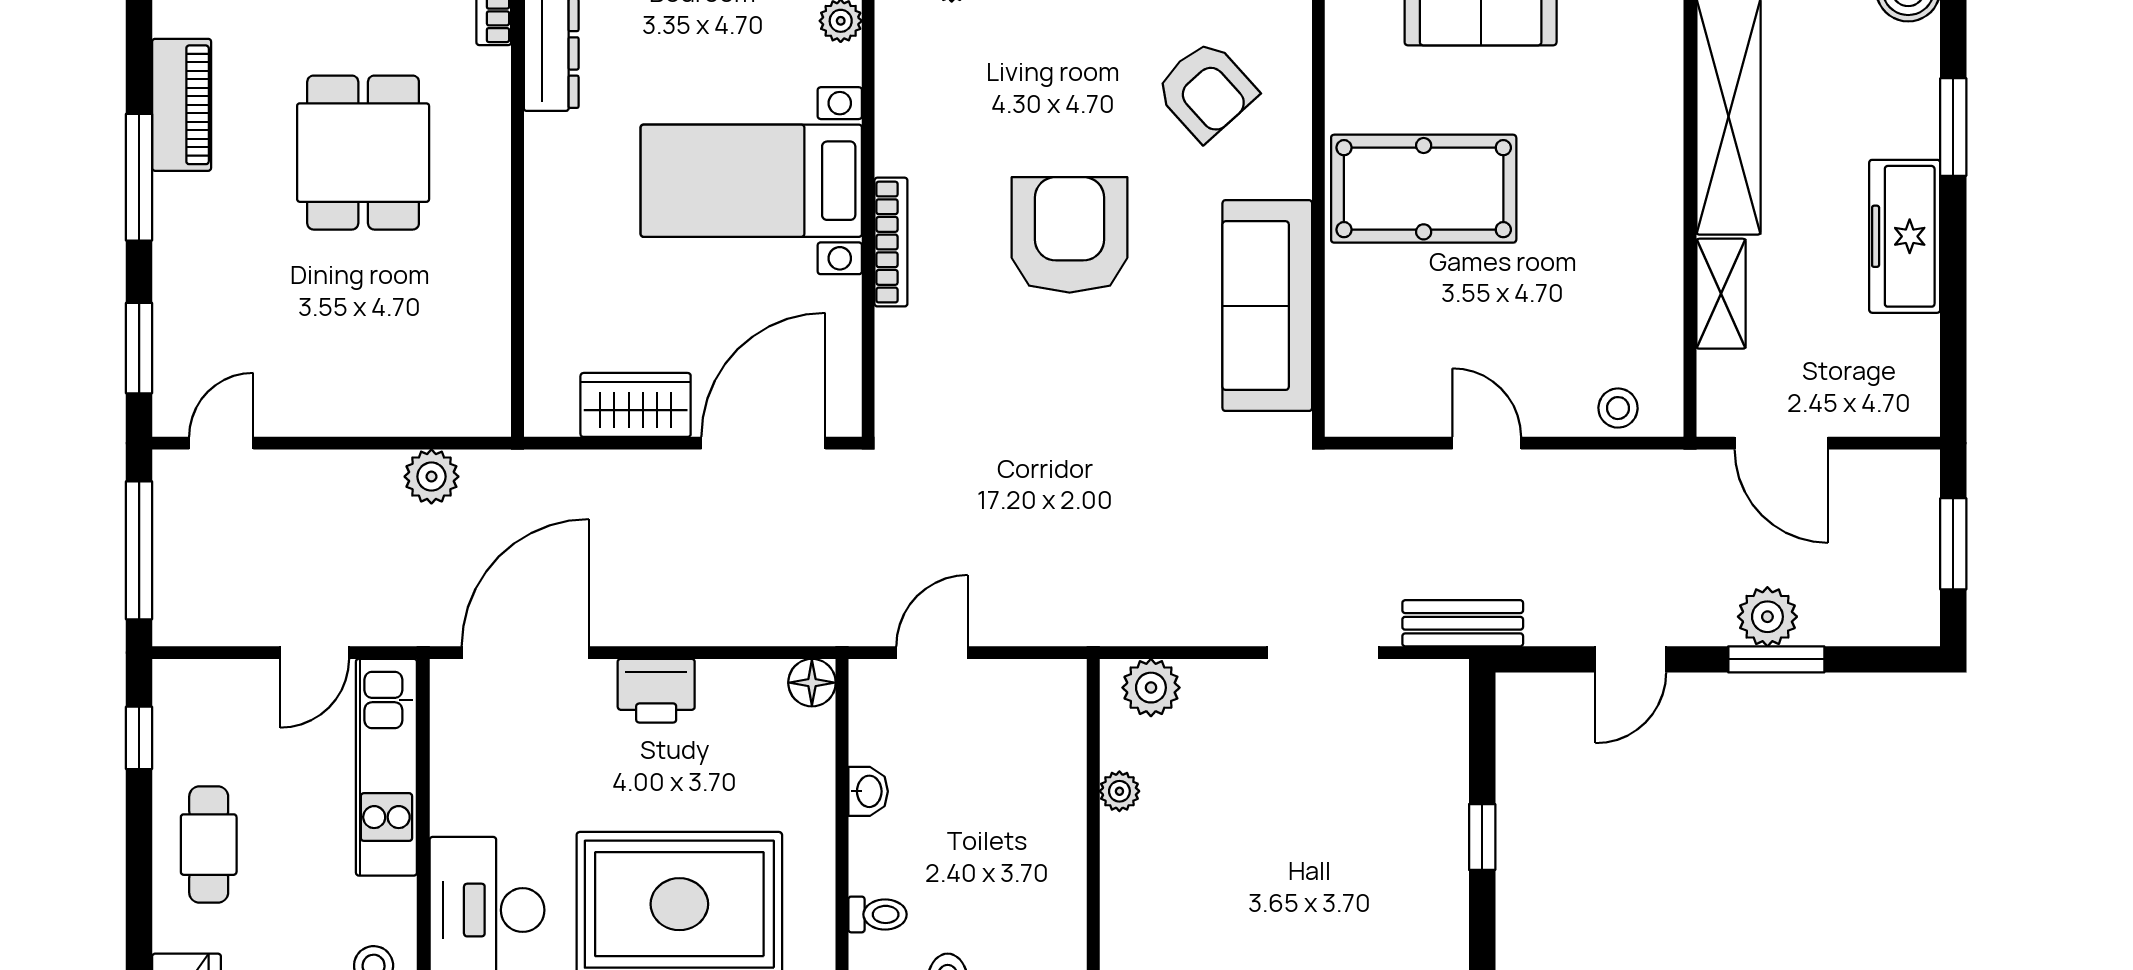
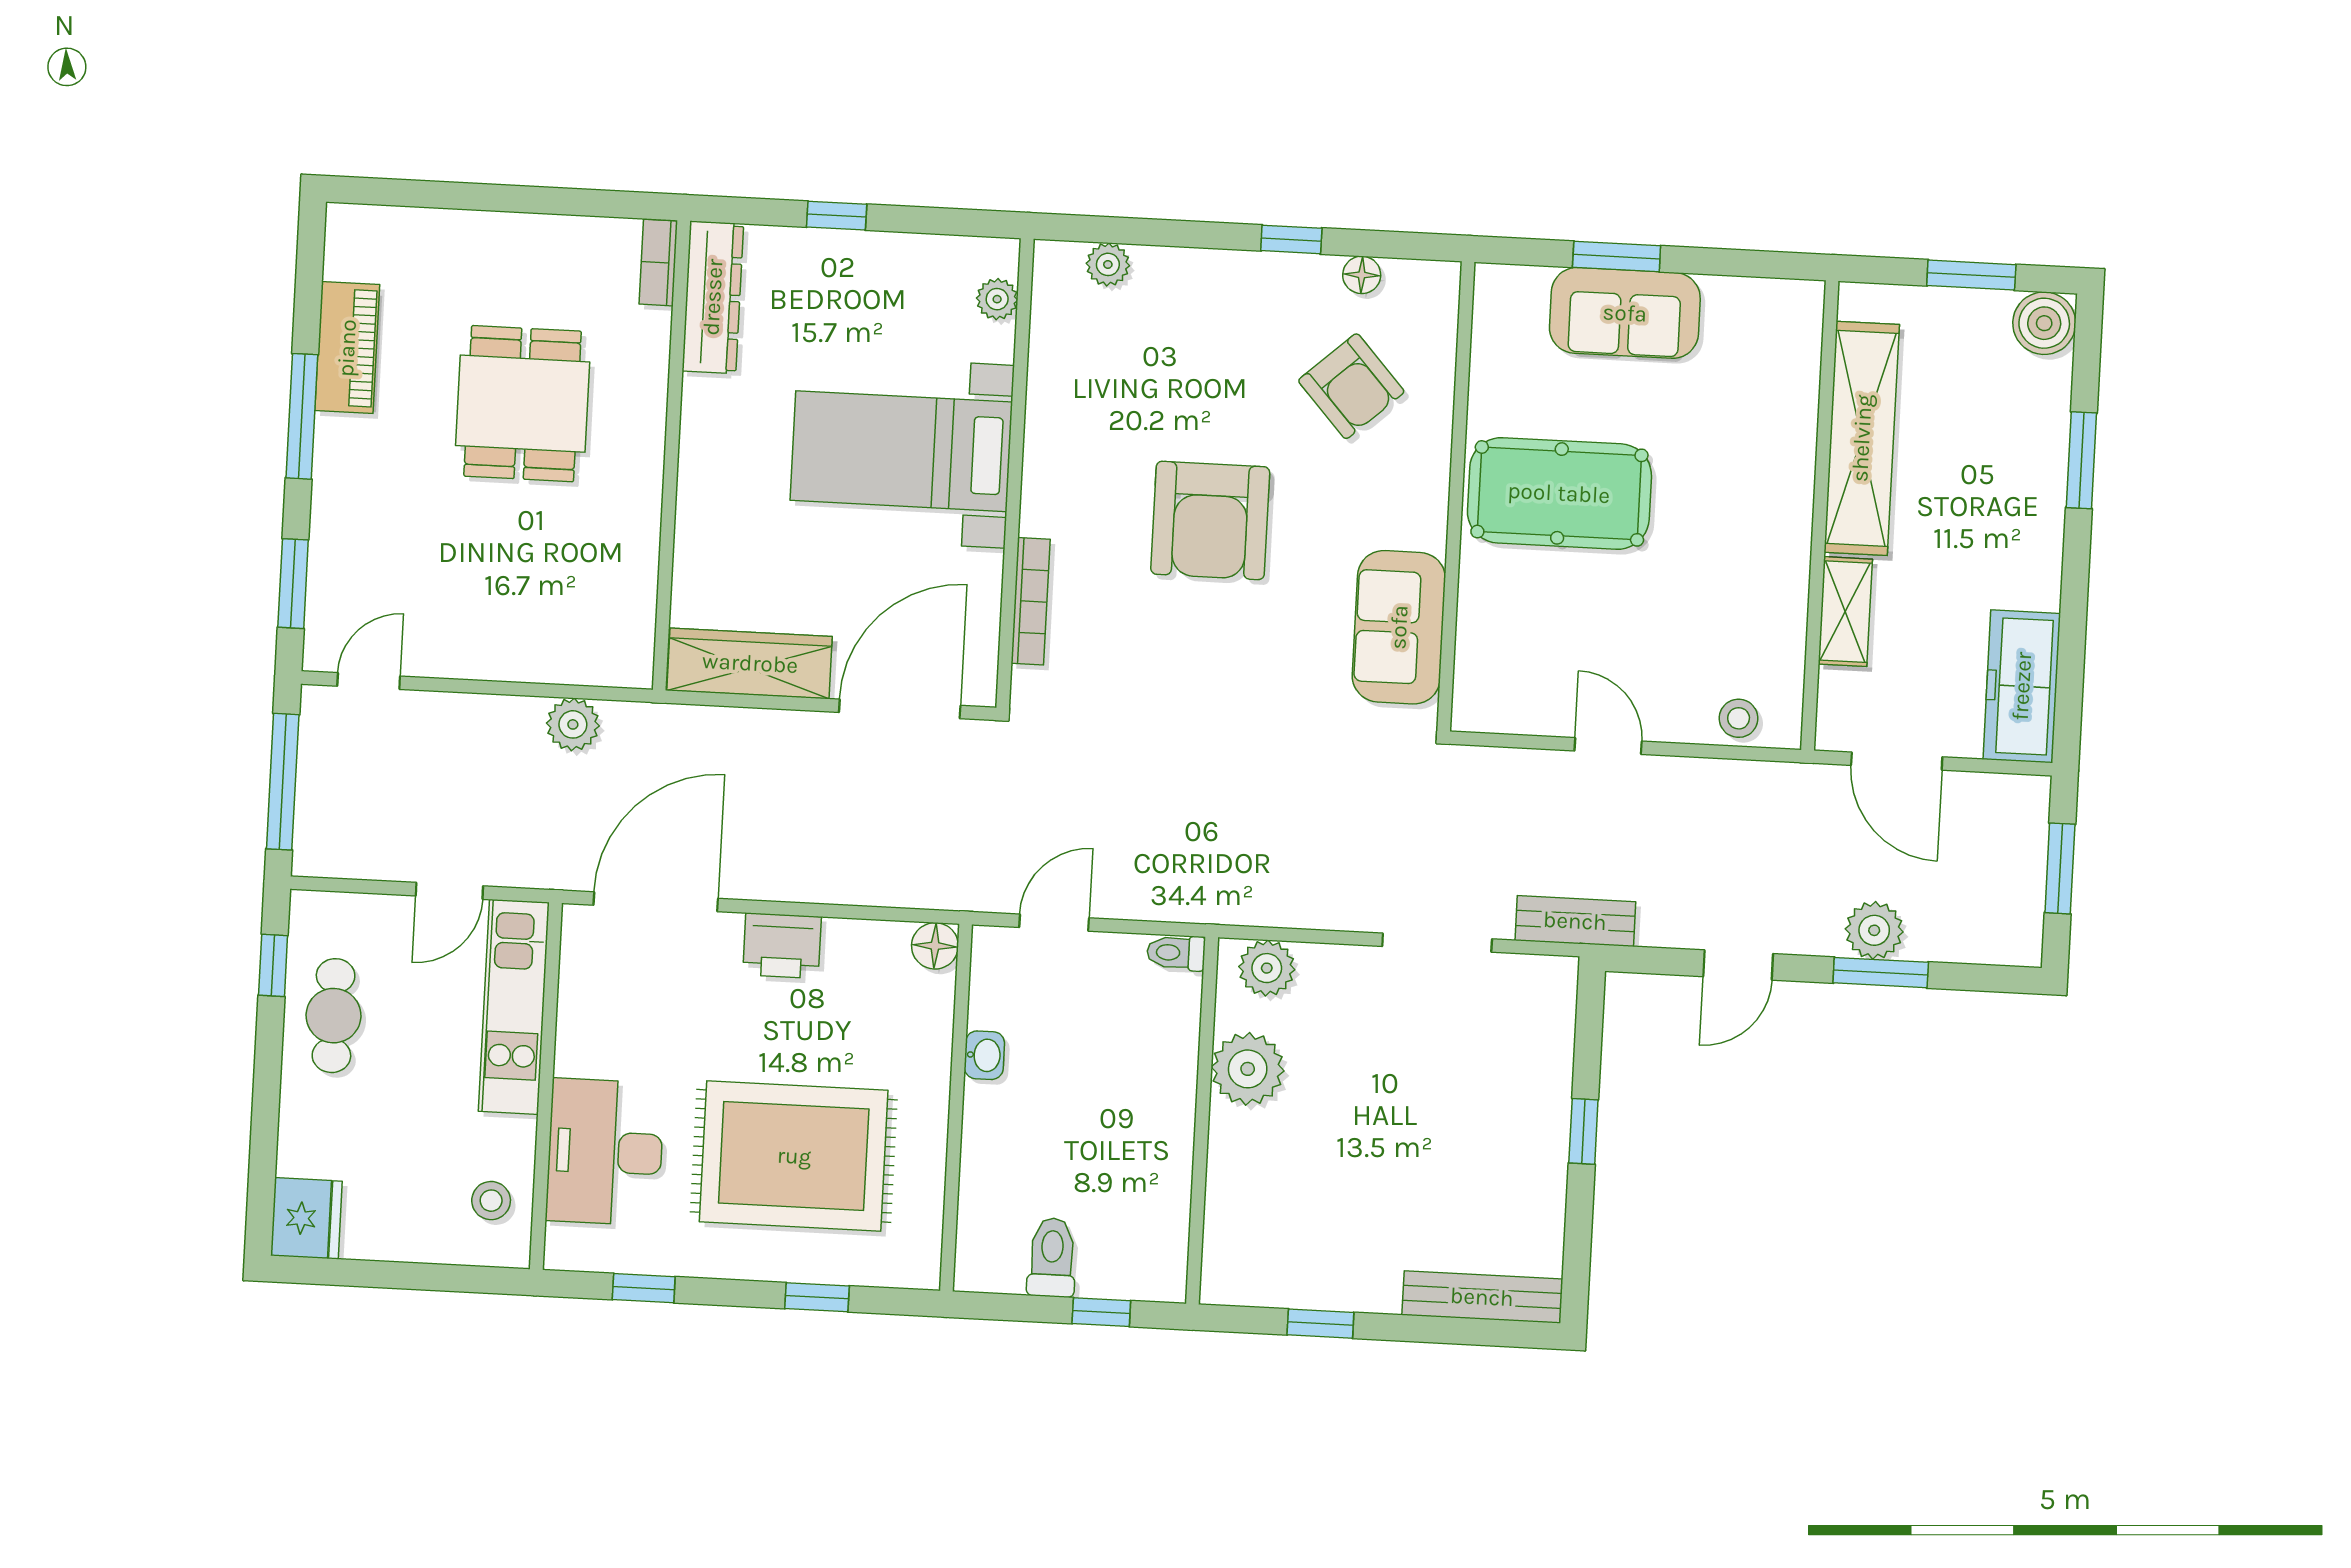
armchair: (1070, 235) -> (1210, 520), turned 180
freezer: (1905, 236) -> (2022, 686), moved
bookcase: (891, 242) -> (1031, 601), moved
sofa: (1267, 306) -> (1399, 627), width x0.73
wardrobe: (636, 405) -> (750, 663), width x1.50
plant: (1119, 791) -> (1248, 1069), width x1.87, depth x1.87
cafe table: (209, 845) -> (333, 1016), moved
toilet: (877, 914) -> (1176, 953), moved, turned 180

